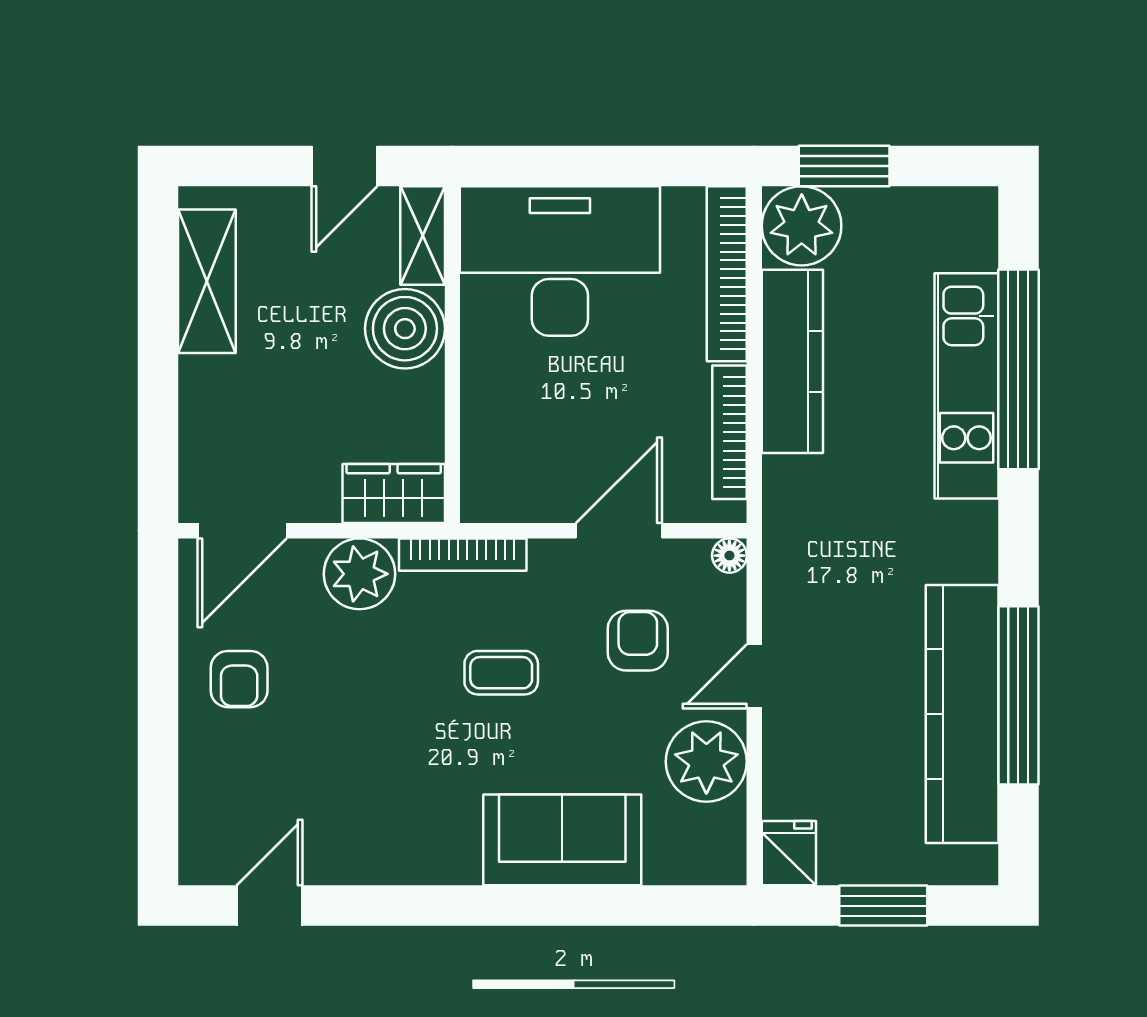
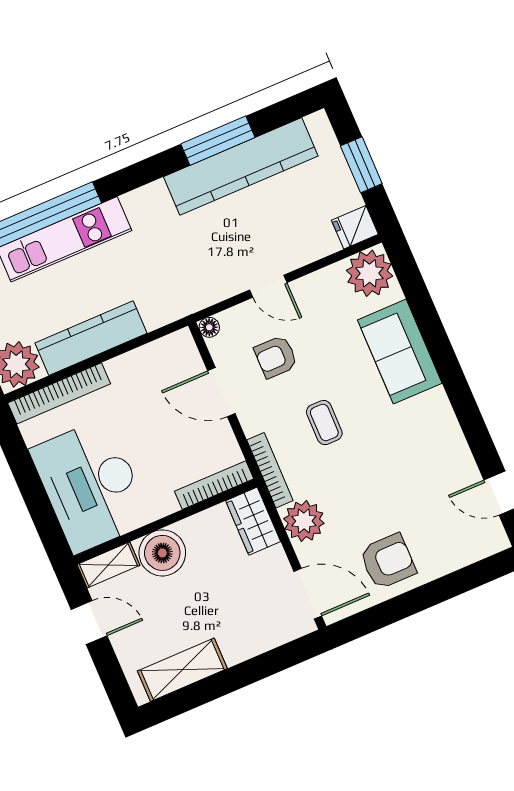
bookcase: (730, 432) -> (214, 485), moved, turned 180
armchair: (239, 679) -> (388, 561), width x1.38, depth x1.38
window: (1018, 695) -> (218, 141), width x0.68
plant: (706, 762) -> (369, 273), moved

